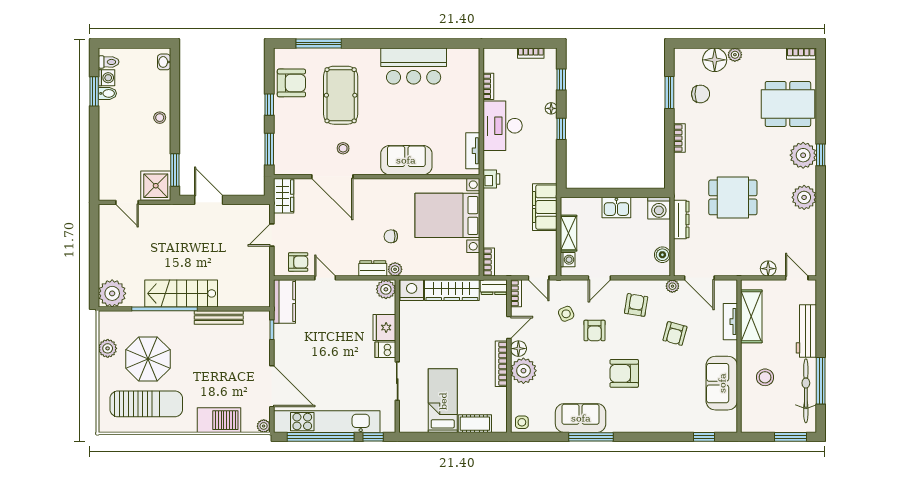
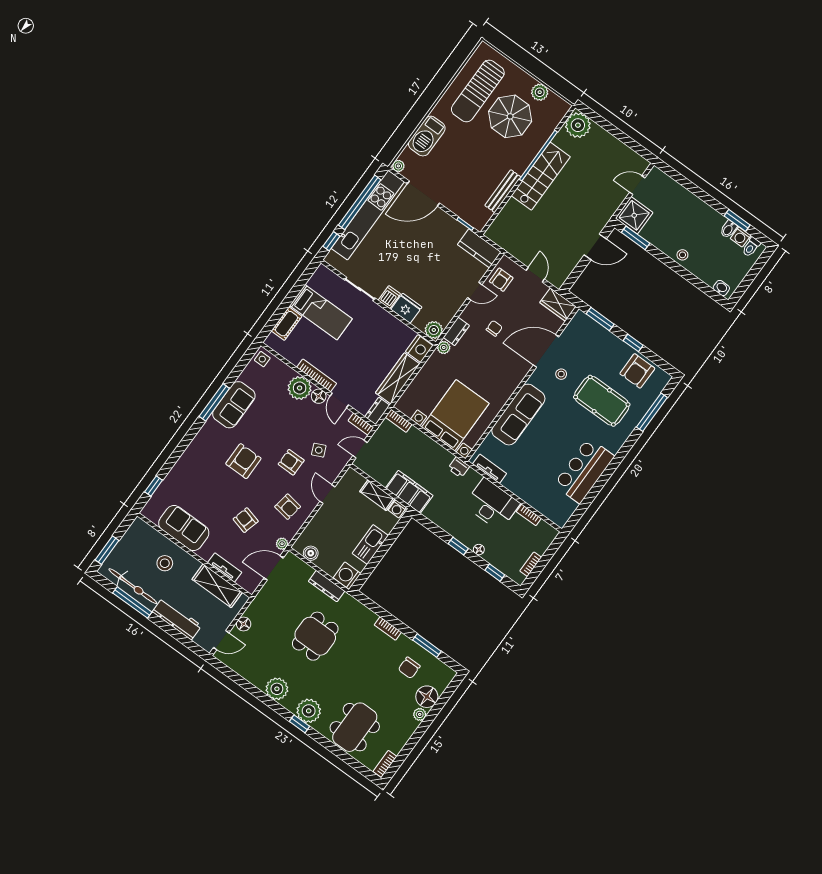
sofa: (406, 160) -> (518, 415), width x1.36
kitchen sink: (616, 208) -> (370, 544), width x1.38
chair: (391, 236) -> (494, 328), moved
washing machine: (568, 260) -> (397, 509), moved

